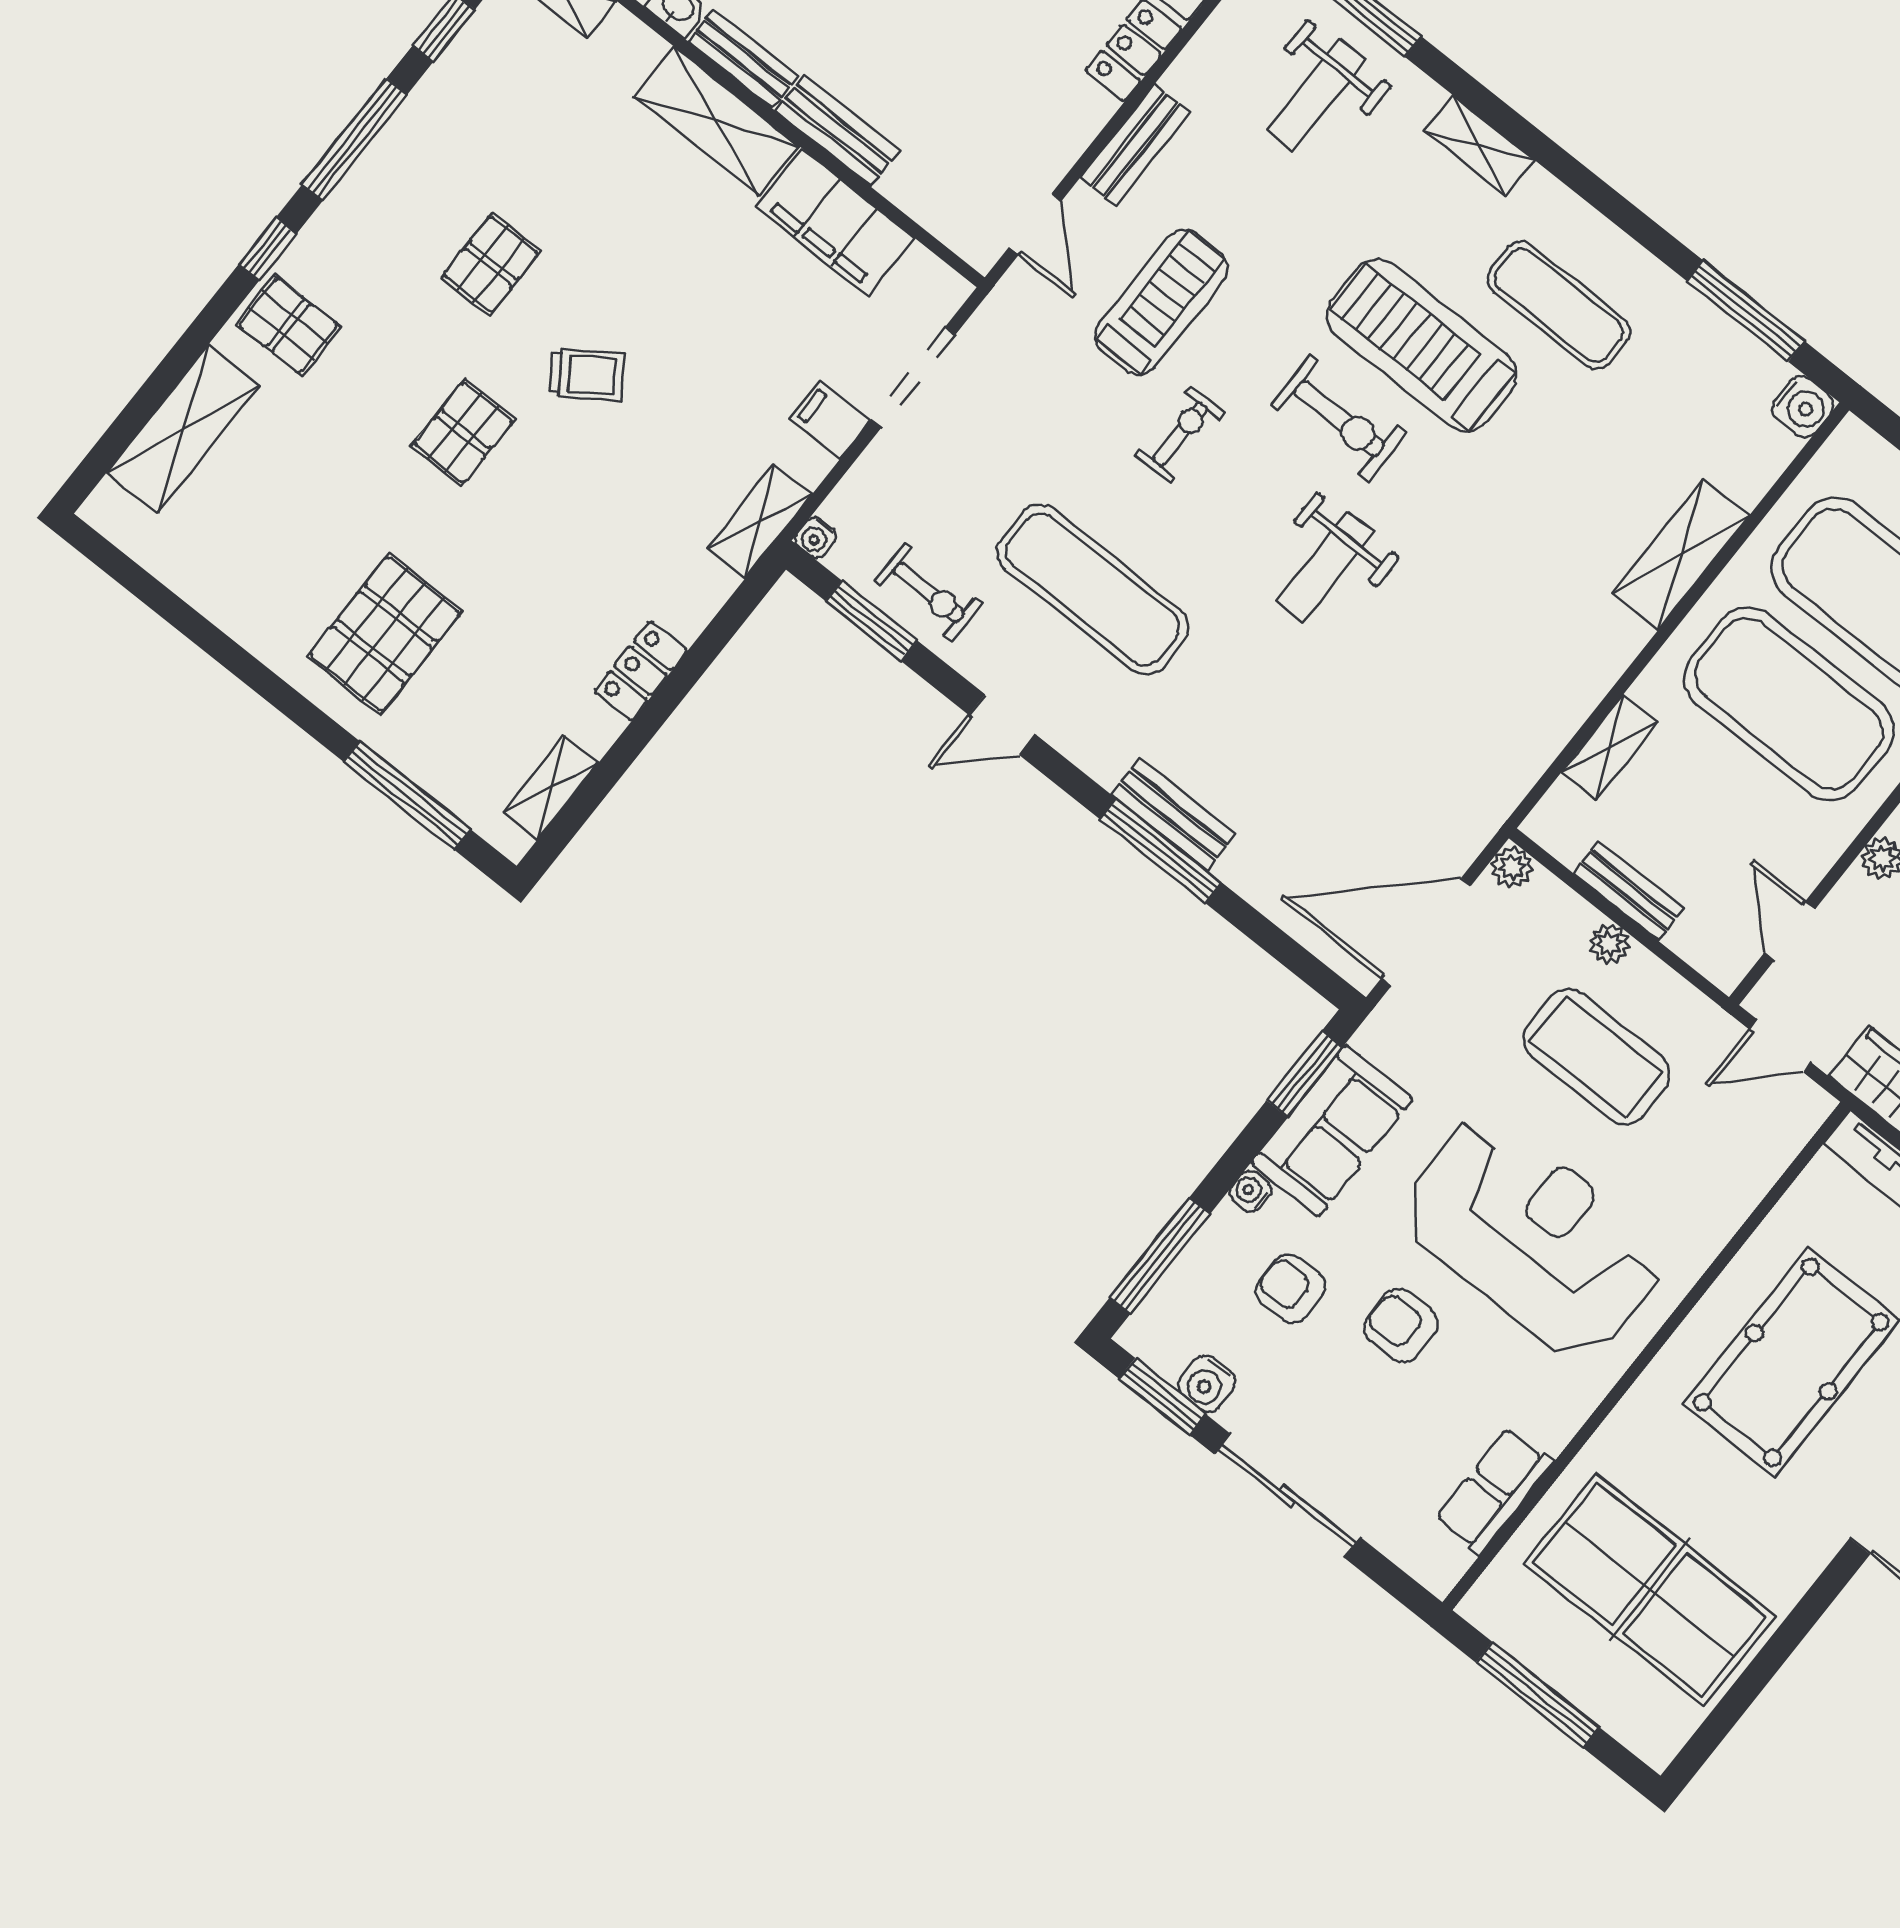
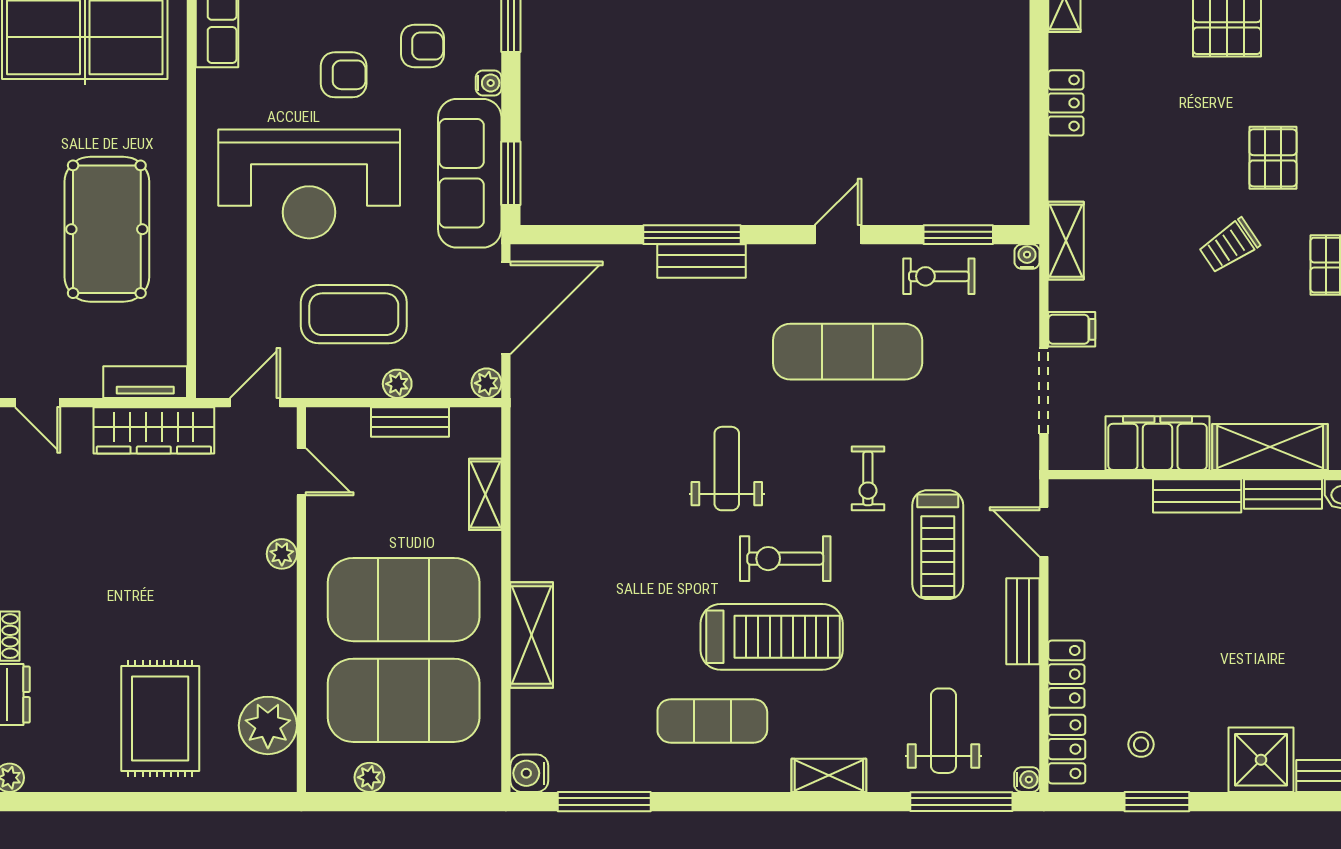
sofa: (1332, 1131) -> (470, 173), width x1.36

